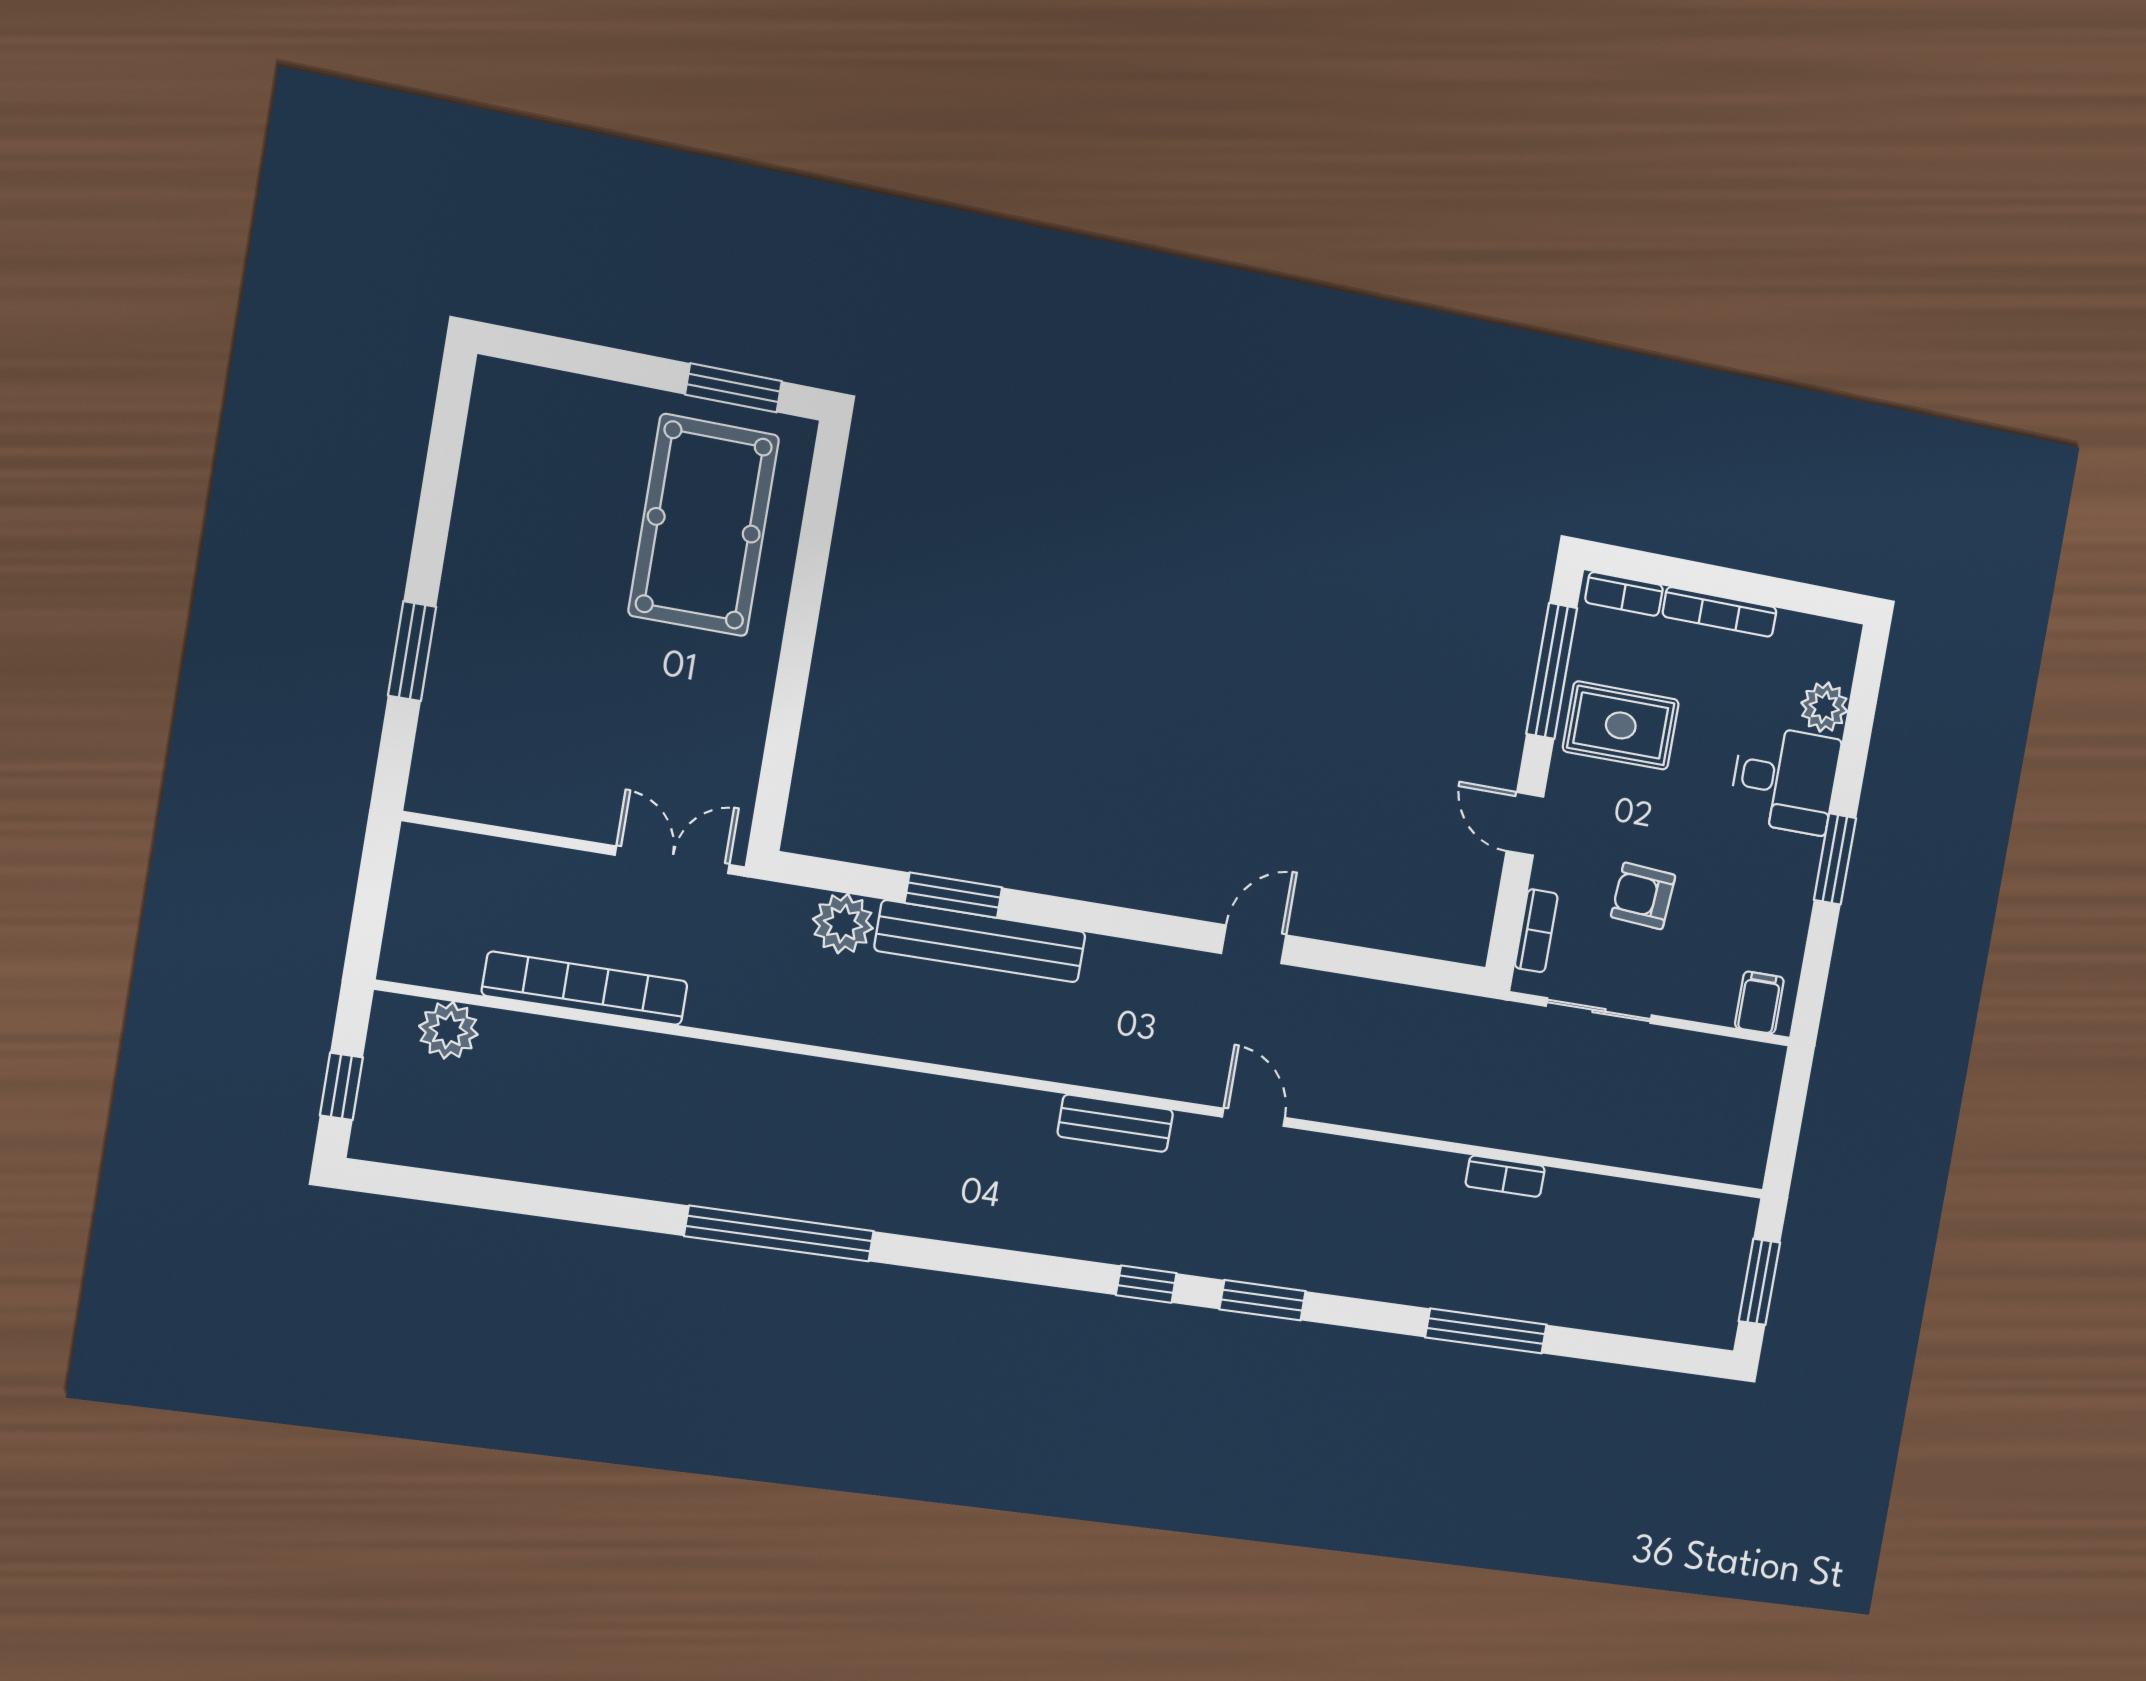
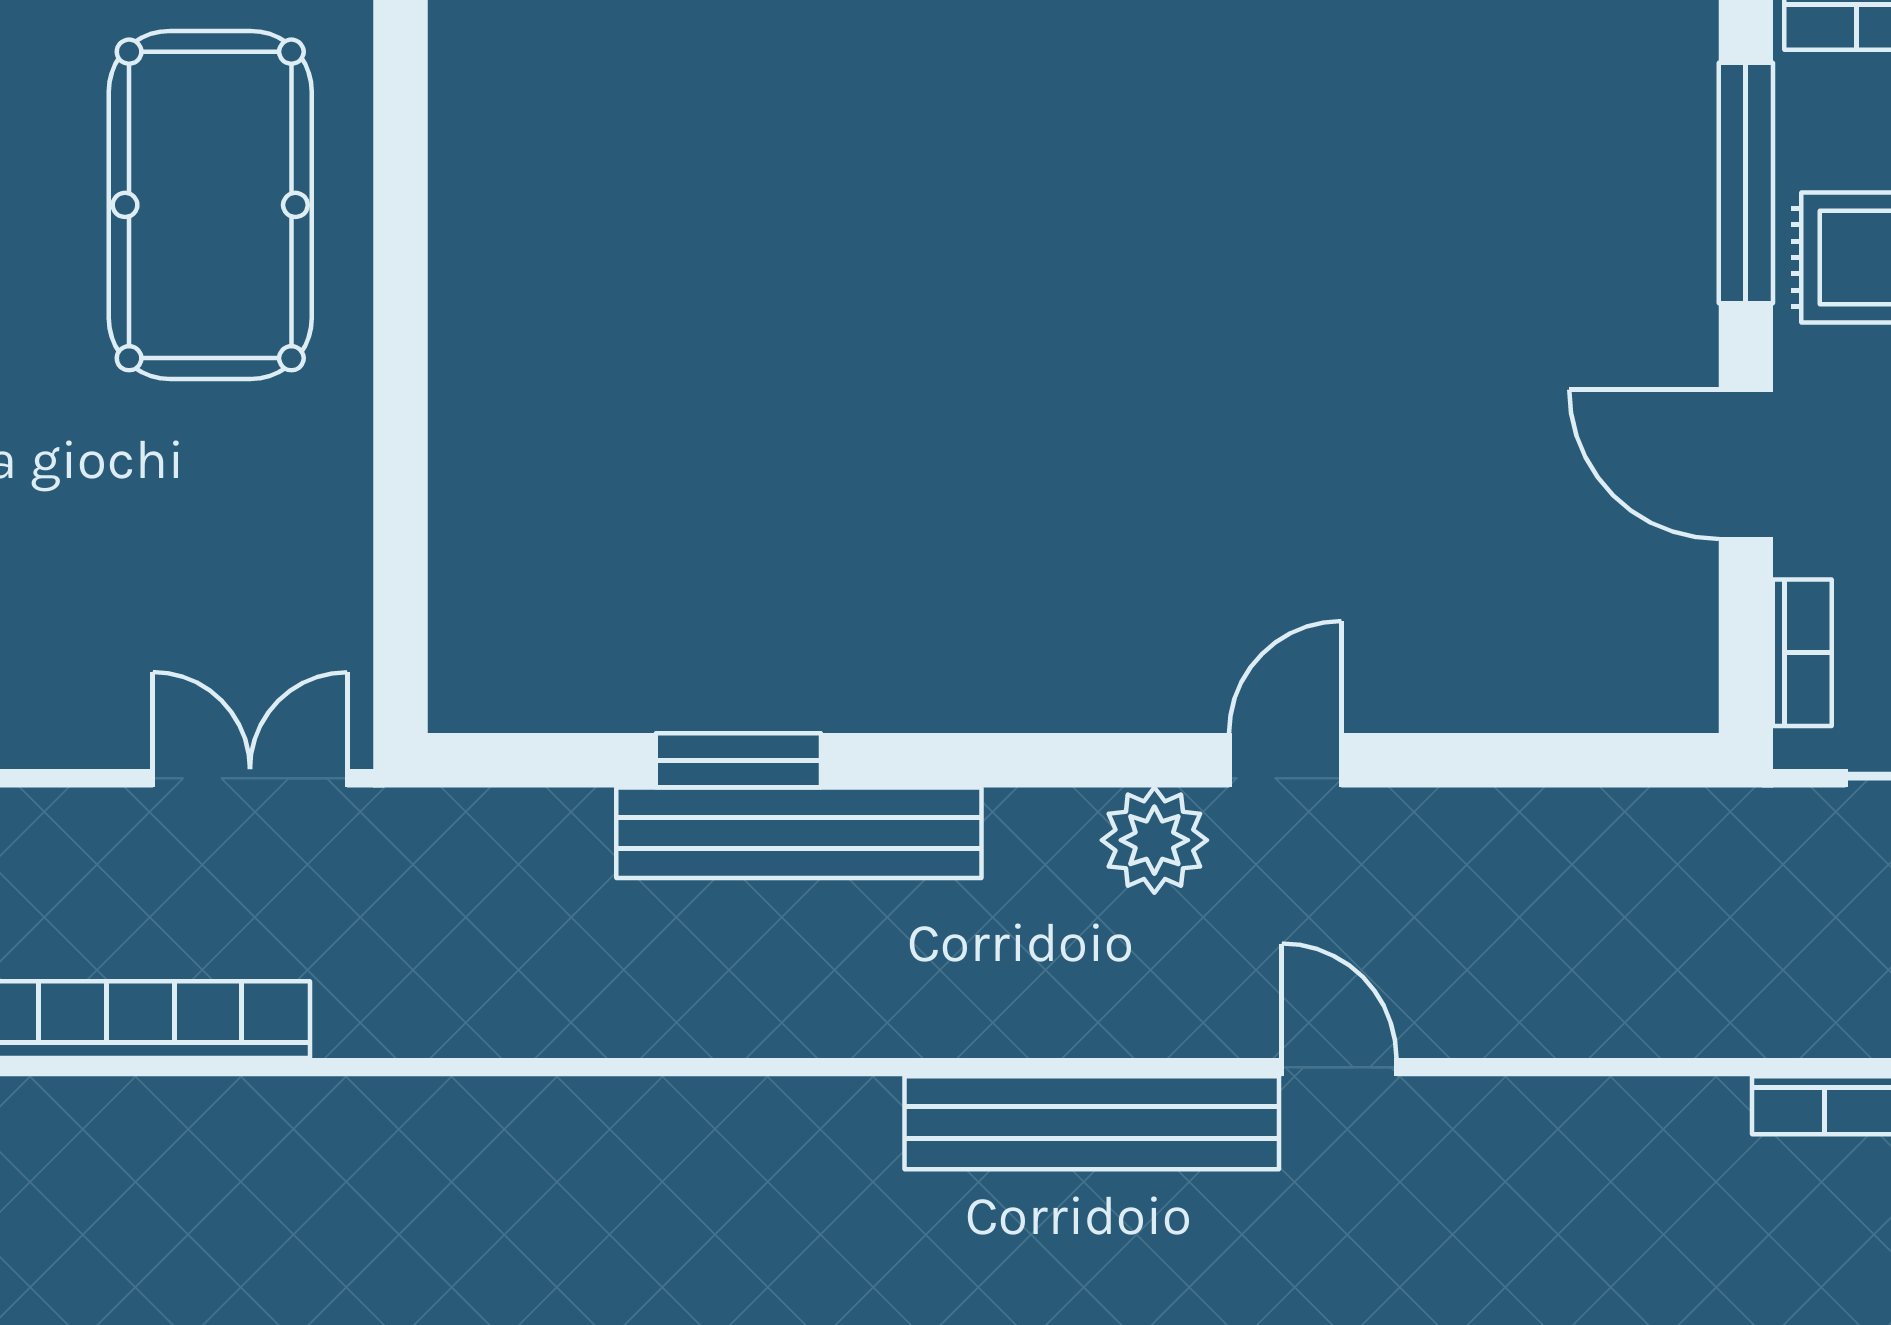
door: (1525, 824) -> (1746, 464), width x1.38
plant: (843, 924) -> (1154, 840), moved
bench: (1115, 1123) -> (1092, 1123), width x1.86, depth x1.21

